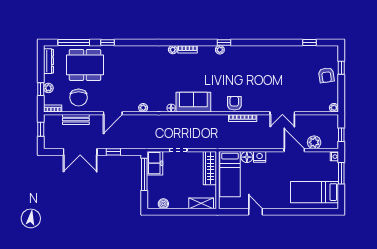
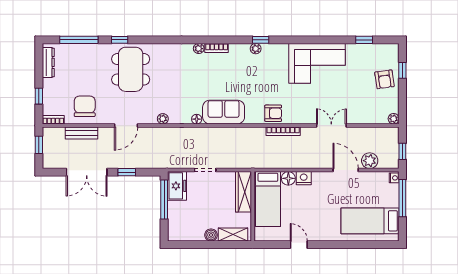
corner sofa: (271, 62) -> (317, 63), added
dining table: (85, 65) -> (131, 69), moved, turned 90
plant: (48, 88) -> (48, 95), removed
chair: (79, 97) -> (85, 106), turned 180
armchair: (234, 103) -> (273, 113), turned 90
double door: (282, 113) -> (331, 126), swing flipped
window: (341, 173) -> (402, 198), width x1.44
boiler: (163, 204) -> (211, 235), moved

